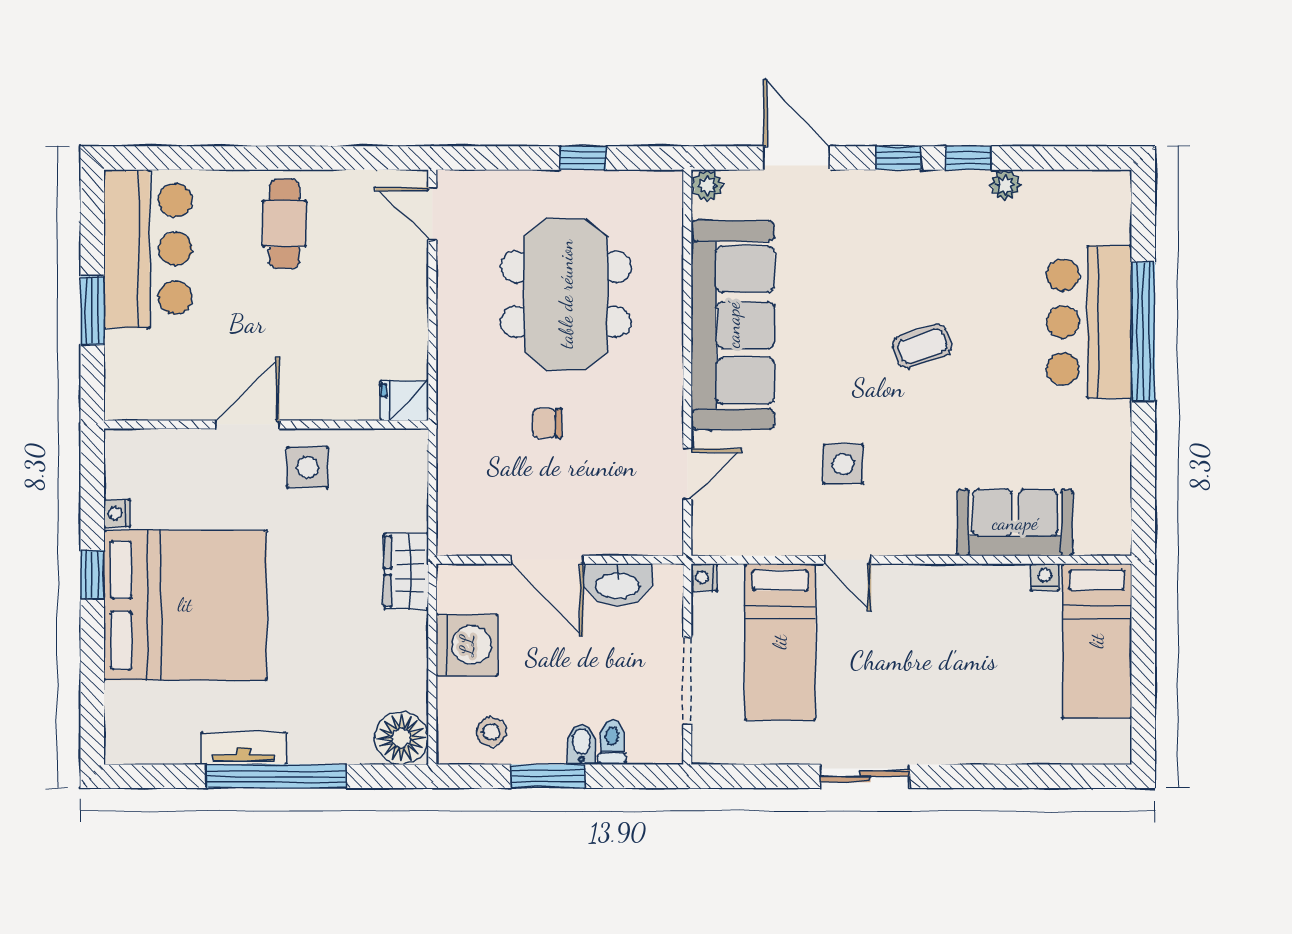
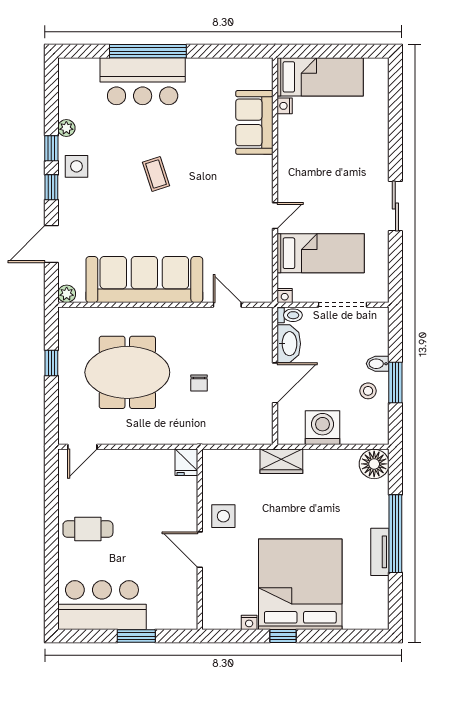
side table: (843, 464) -> (76, 166), moved
stool: (491, 732) -> (368, 391), moved
toilet: (612, 742) -> (290, 315), moved, turned 180

